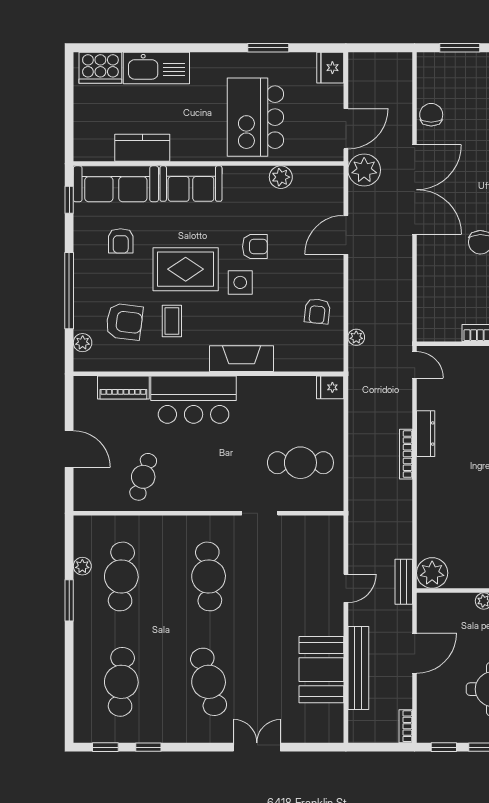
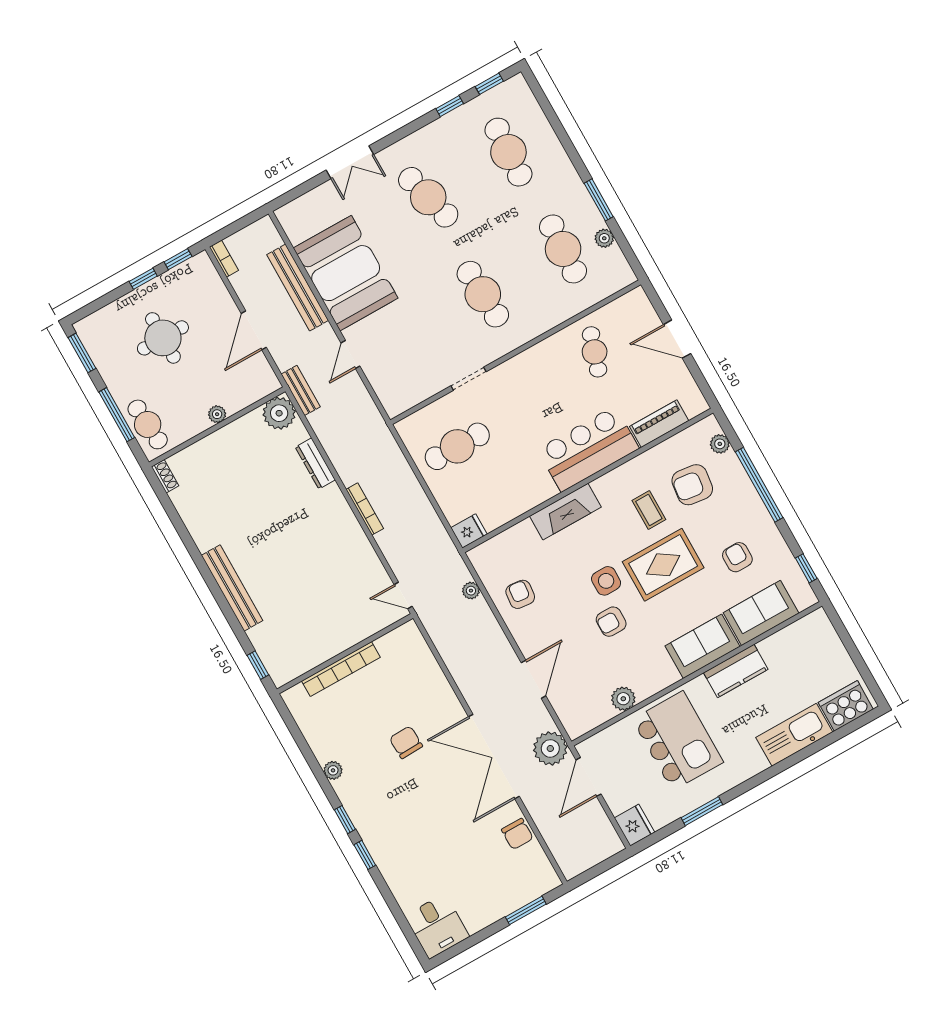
kitchen counter: (142, 148) -> (736, 671), moved
sofa: (116, 184) -> (761, 613), width x0.73
dresser: (426, 434) -> (315, 464), moved
booth: (321, 670) -> (346, 273), width x1.36, depth x1.42

